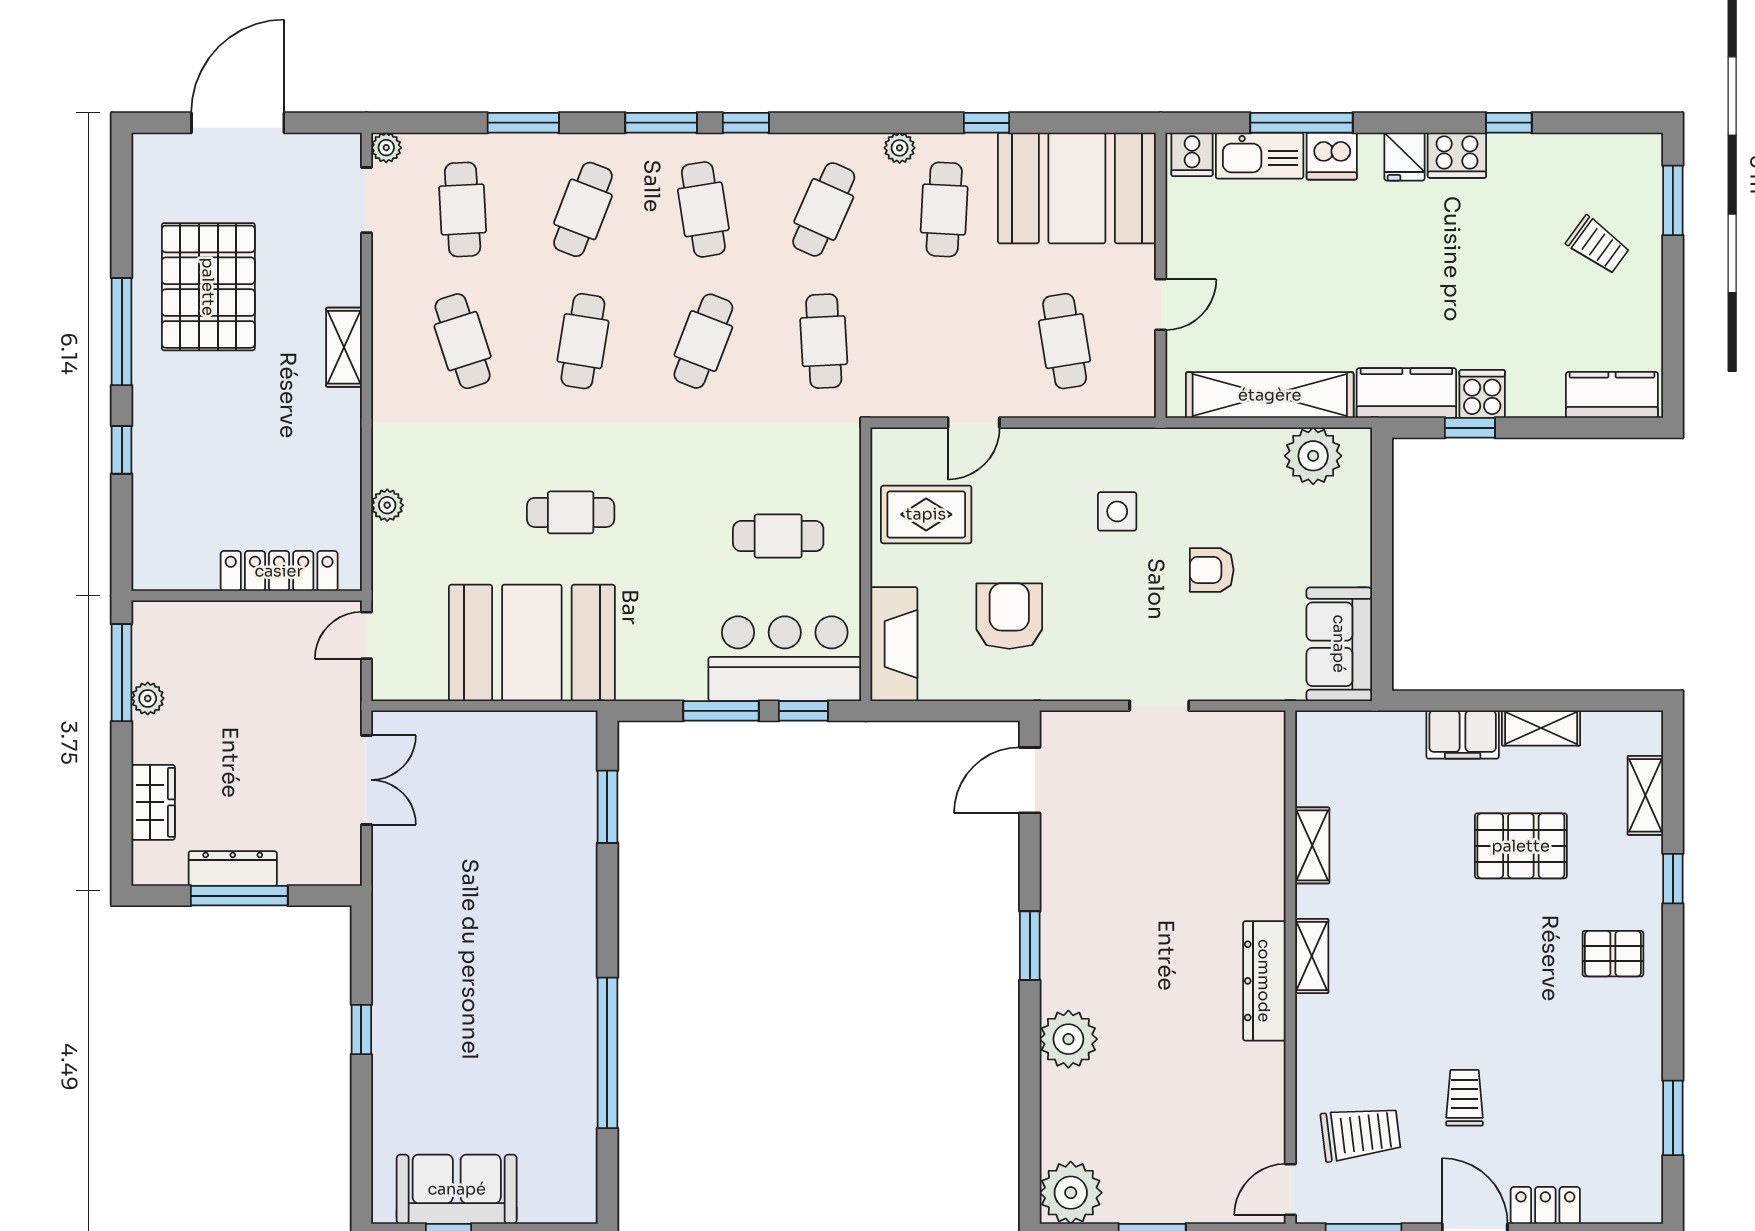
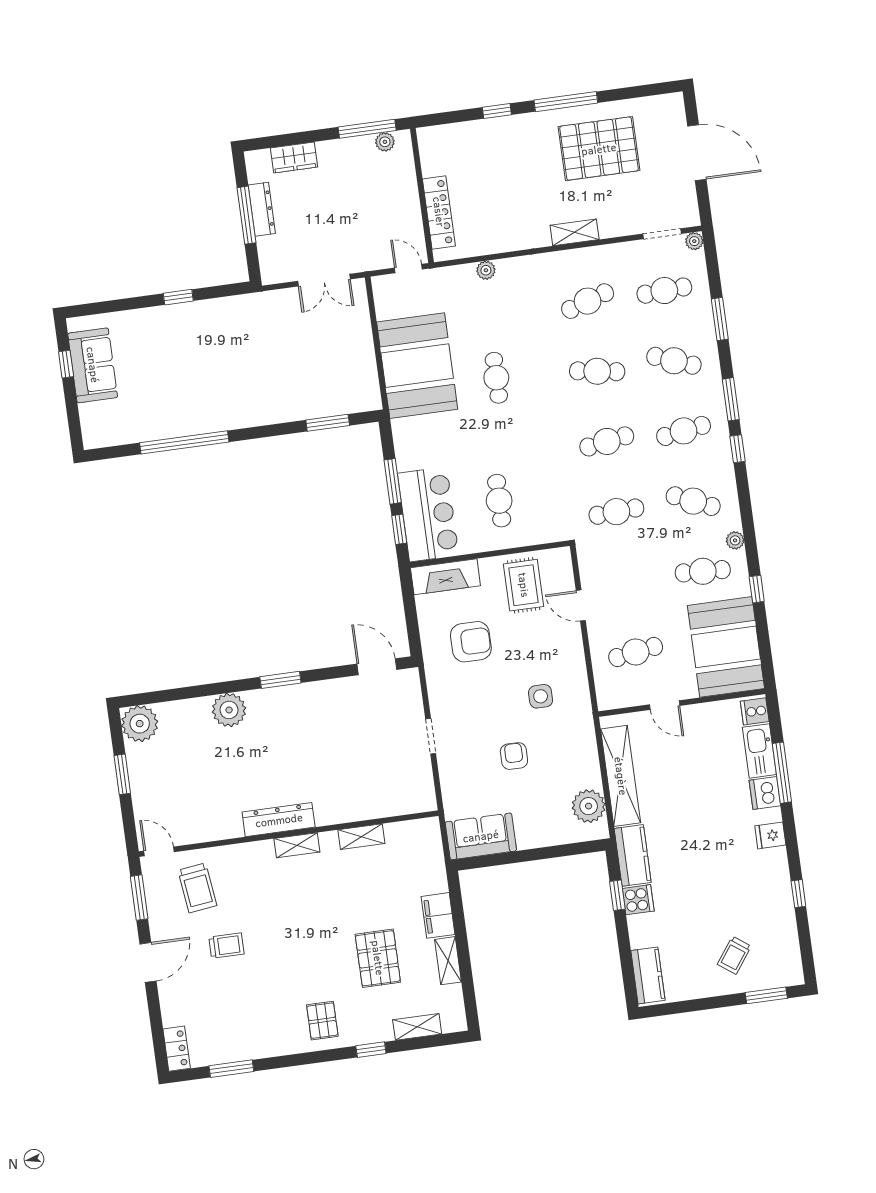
cooker: (1457, 155) -> (775, 866), removed
cafe table: (703, 341) -> (607, 441), turned -30
plant: (148, 698) -> (385, 142), moved
locker: (1545, 1205) -> (177, 1049), moved

